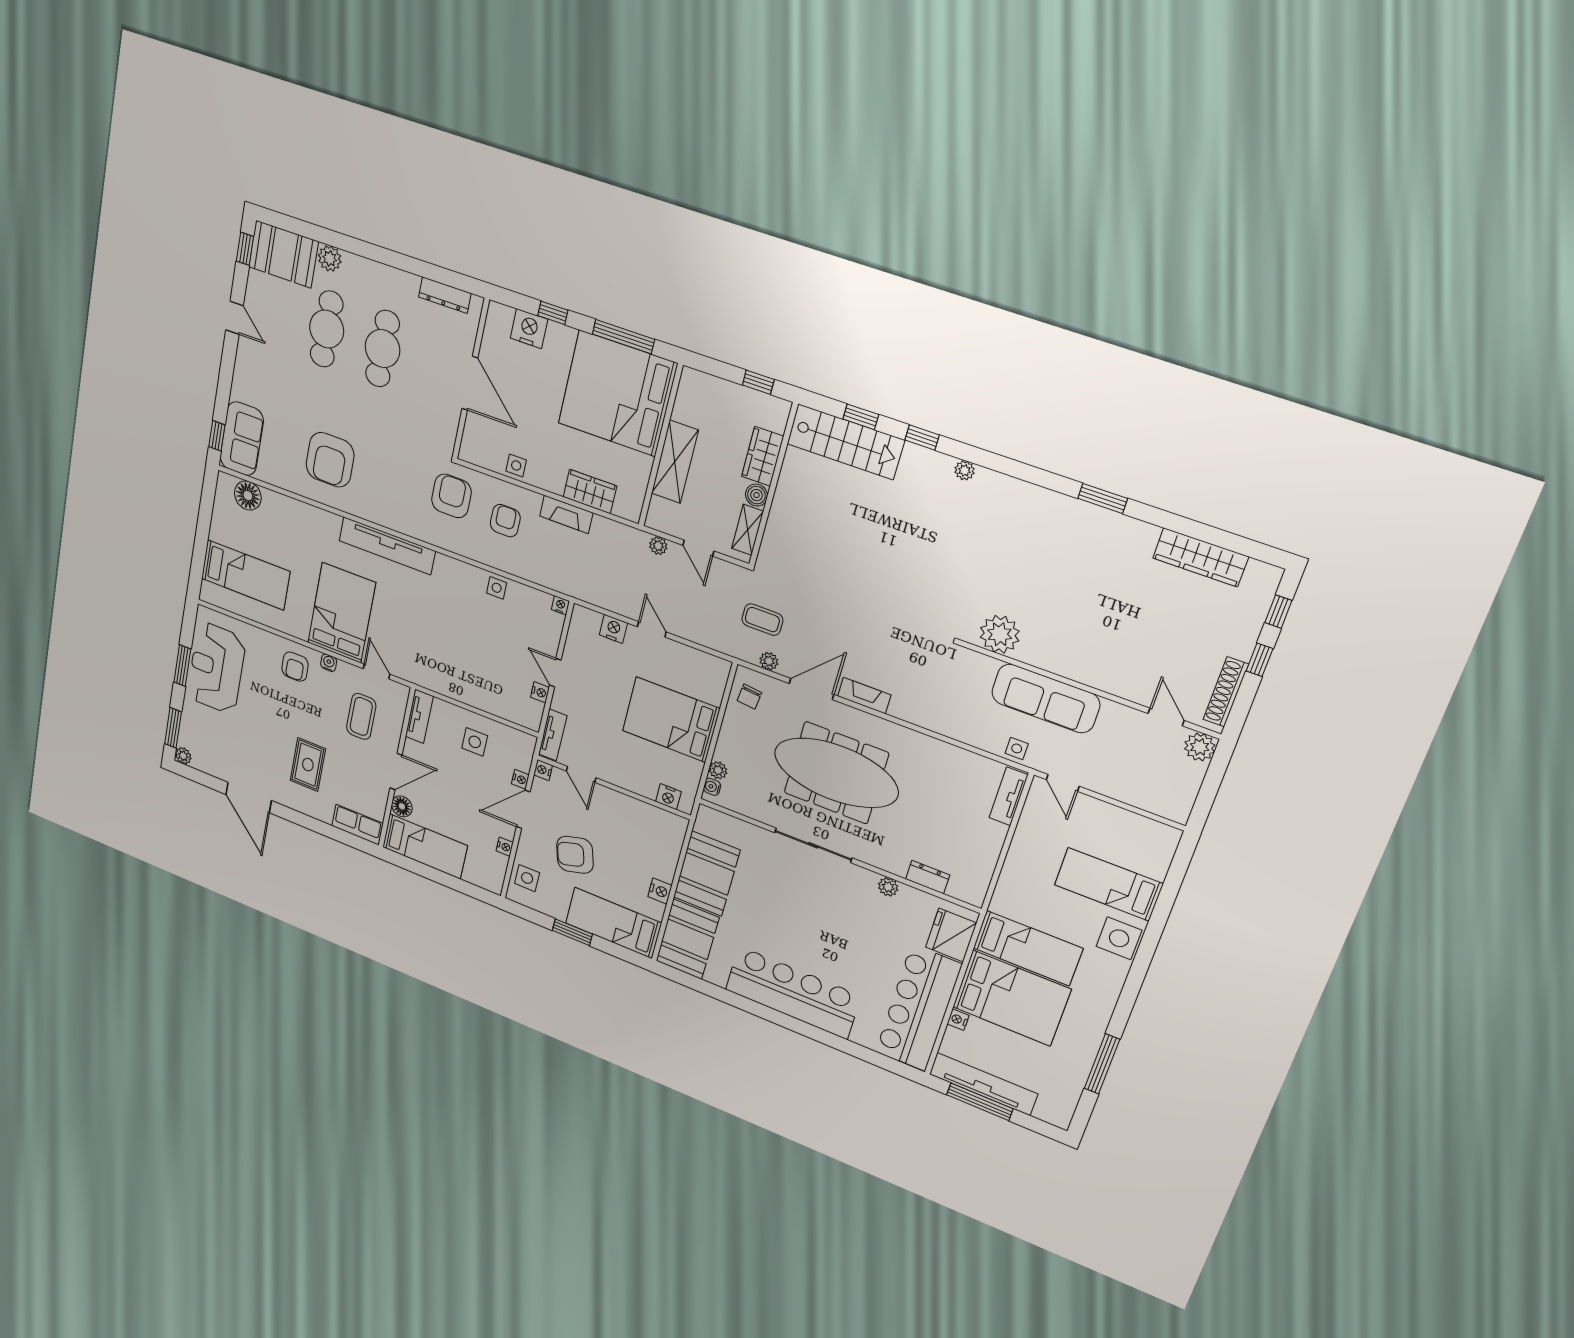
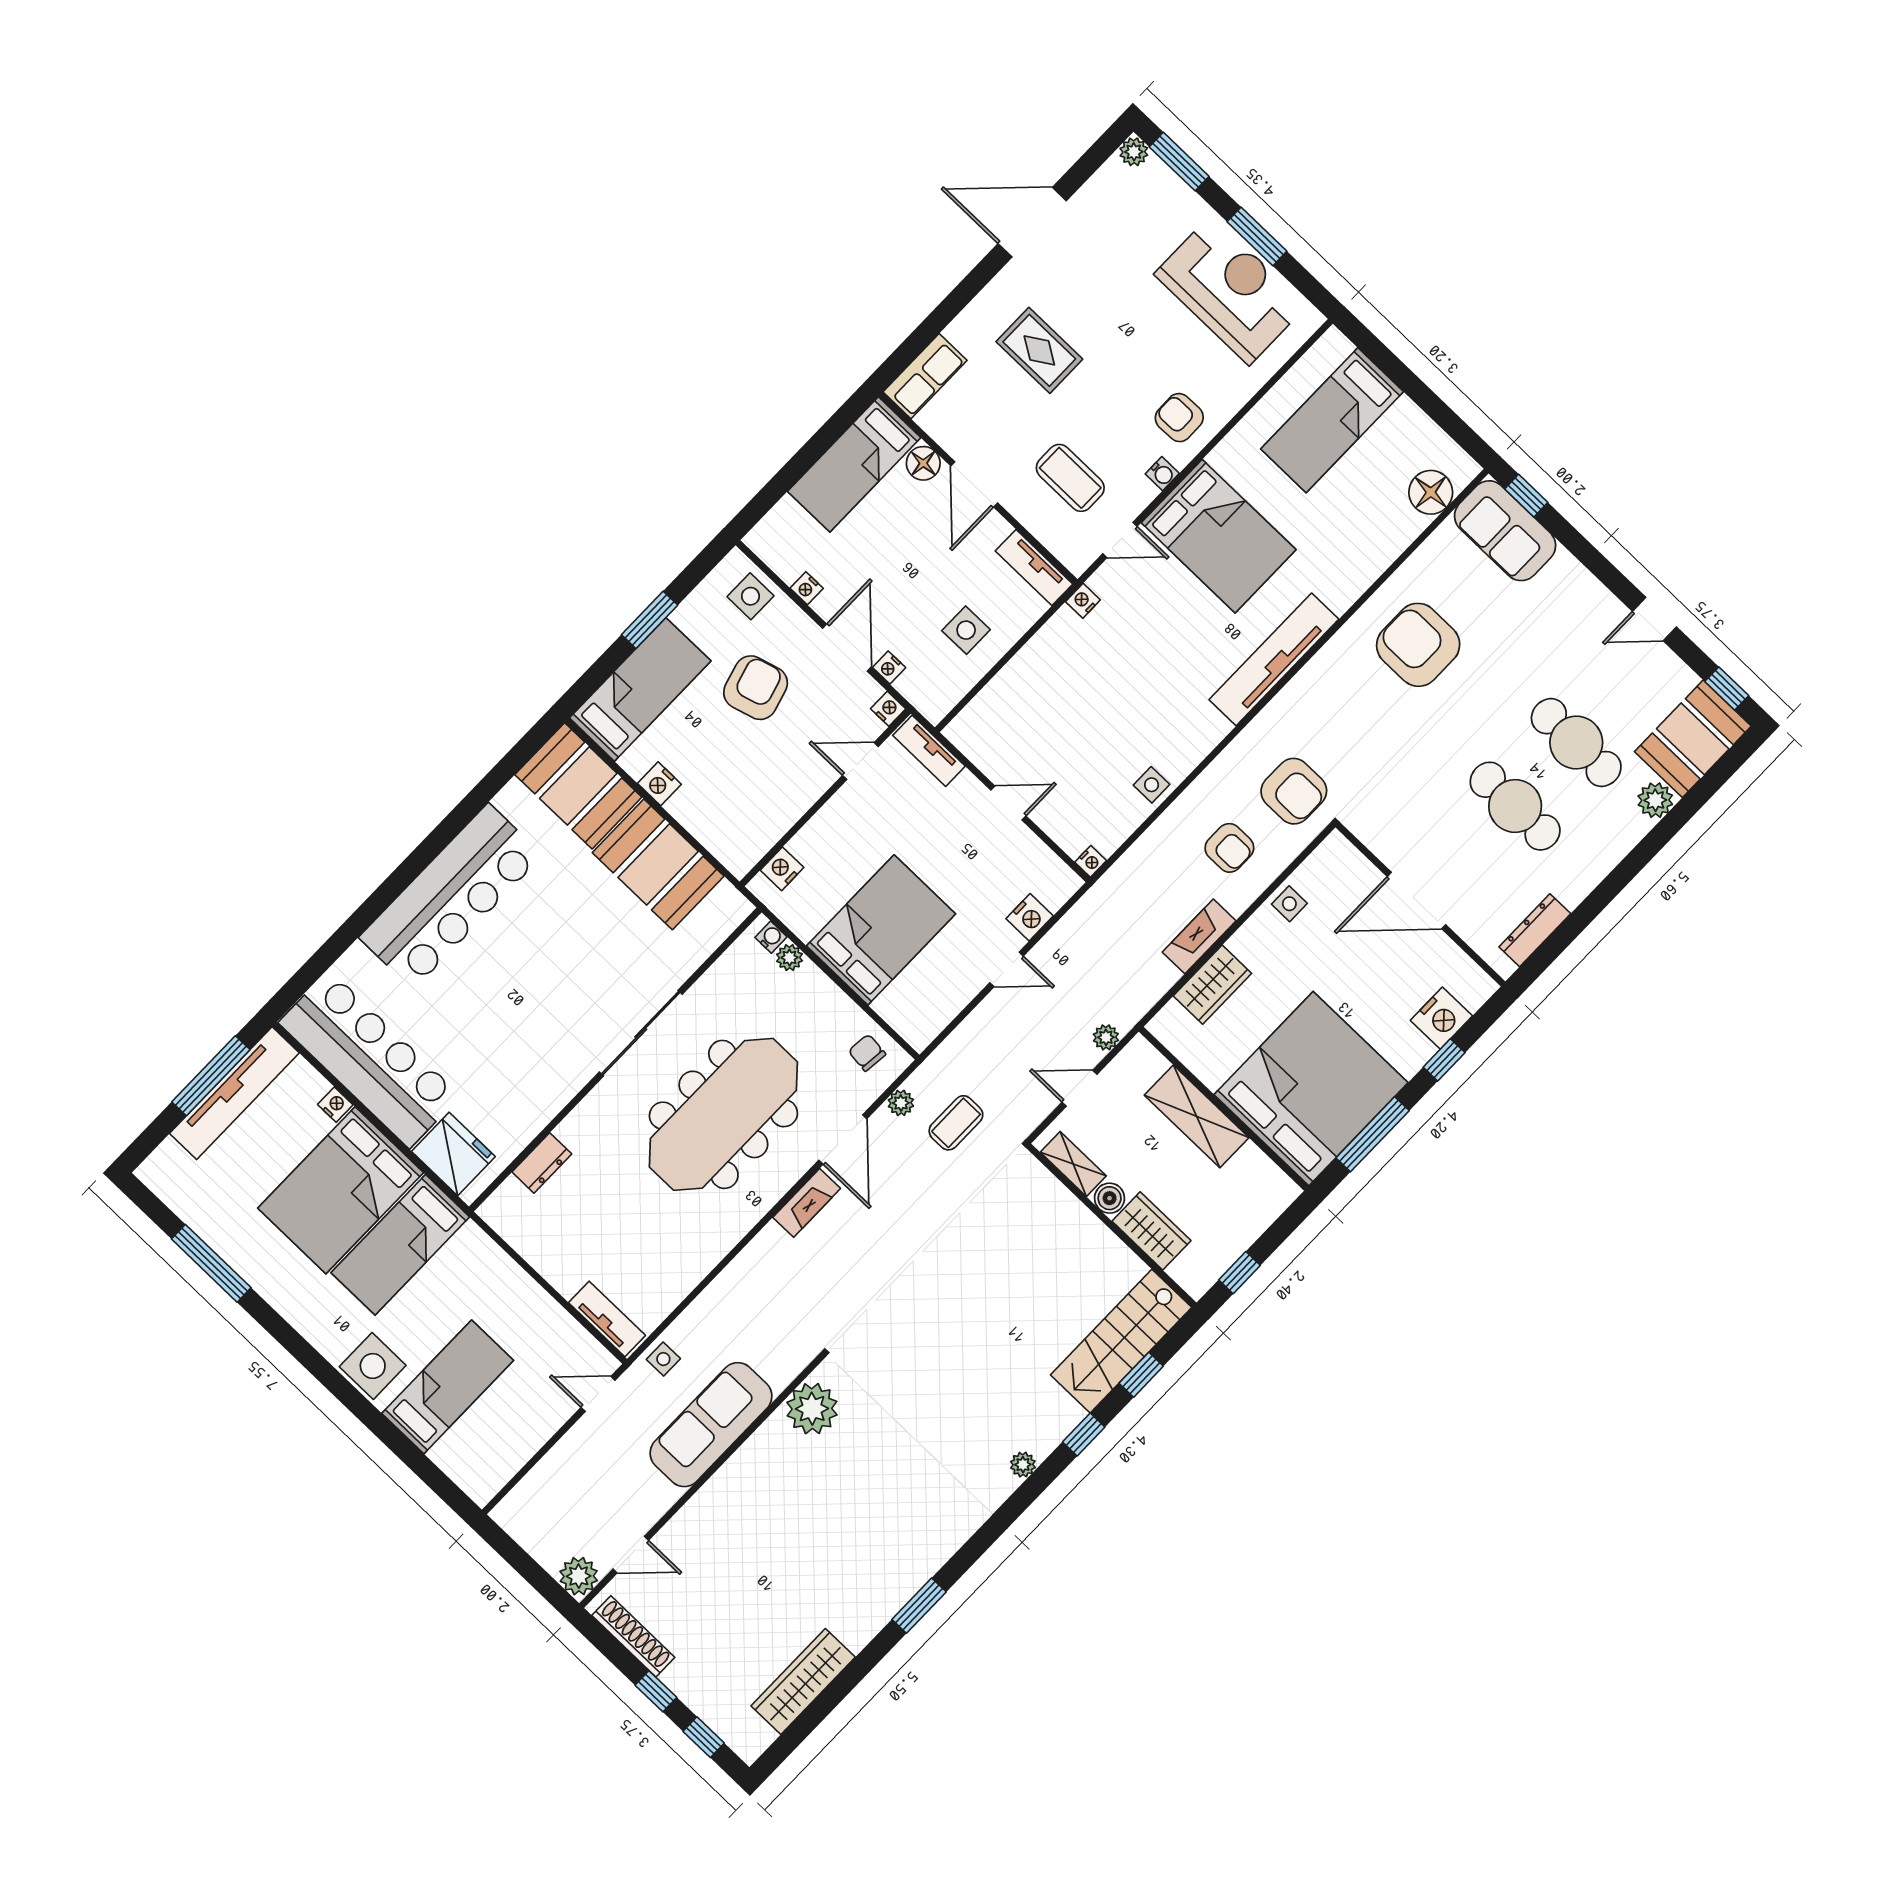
nightstand: (540, 692) -> (1083, 601), moved, turned 90
plant: (888, 887) -> (548, 1104), removed

